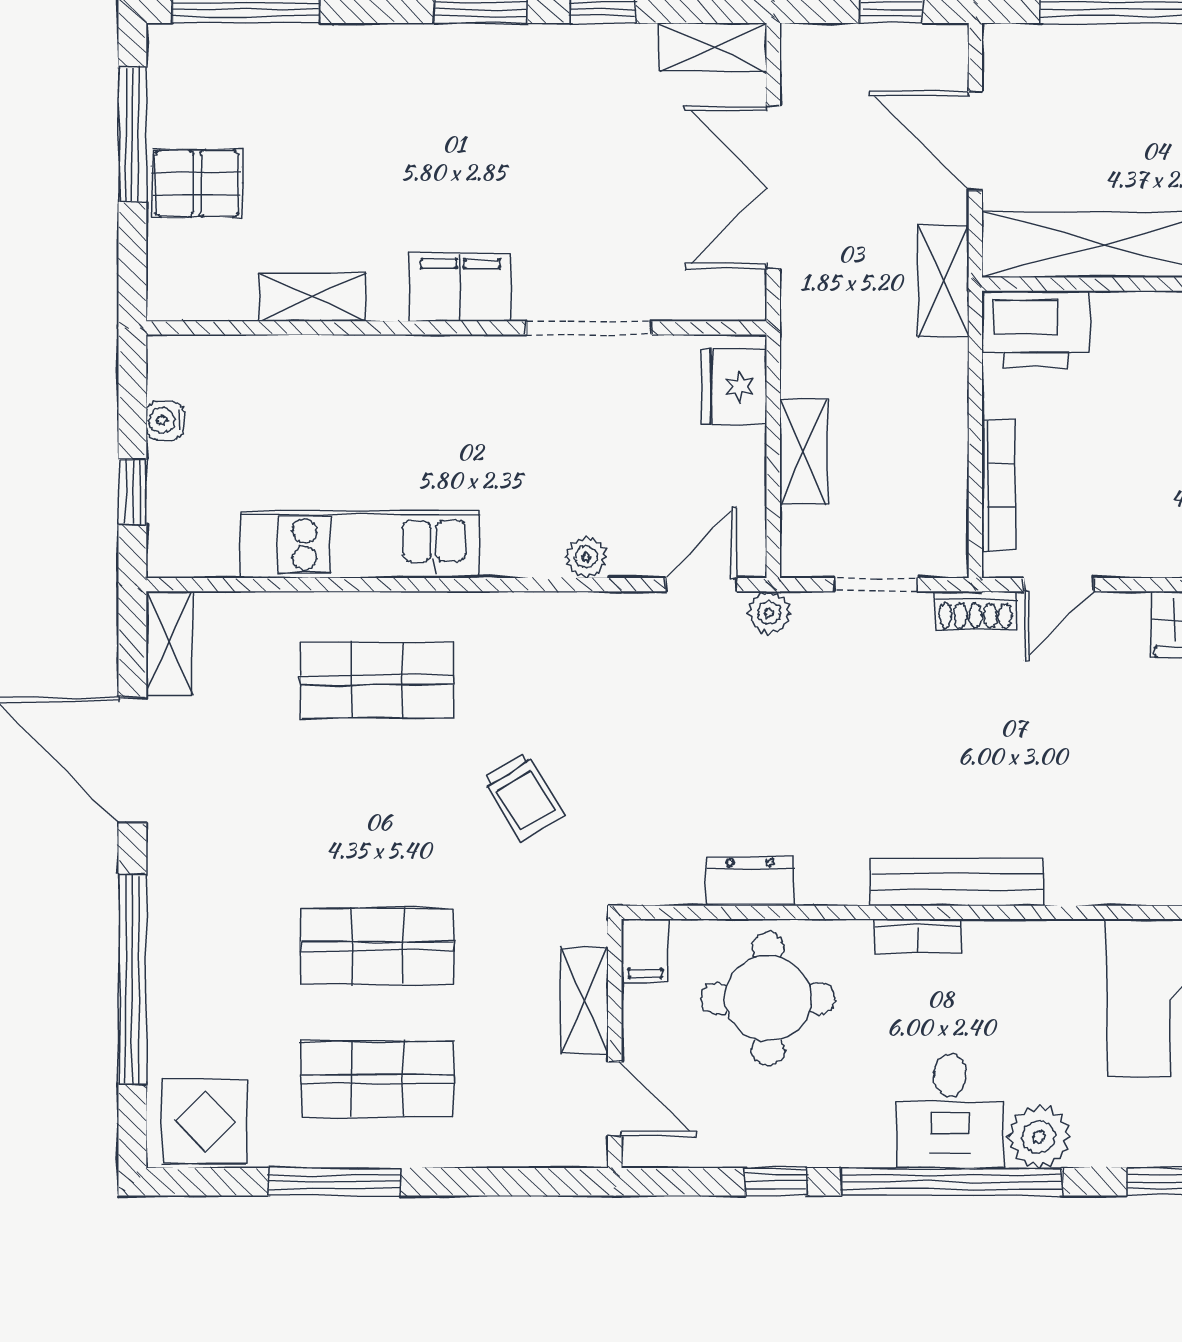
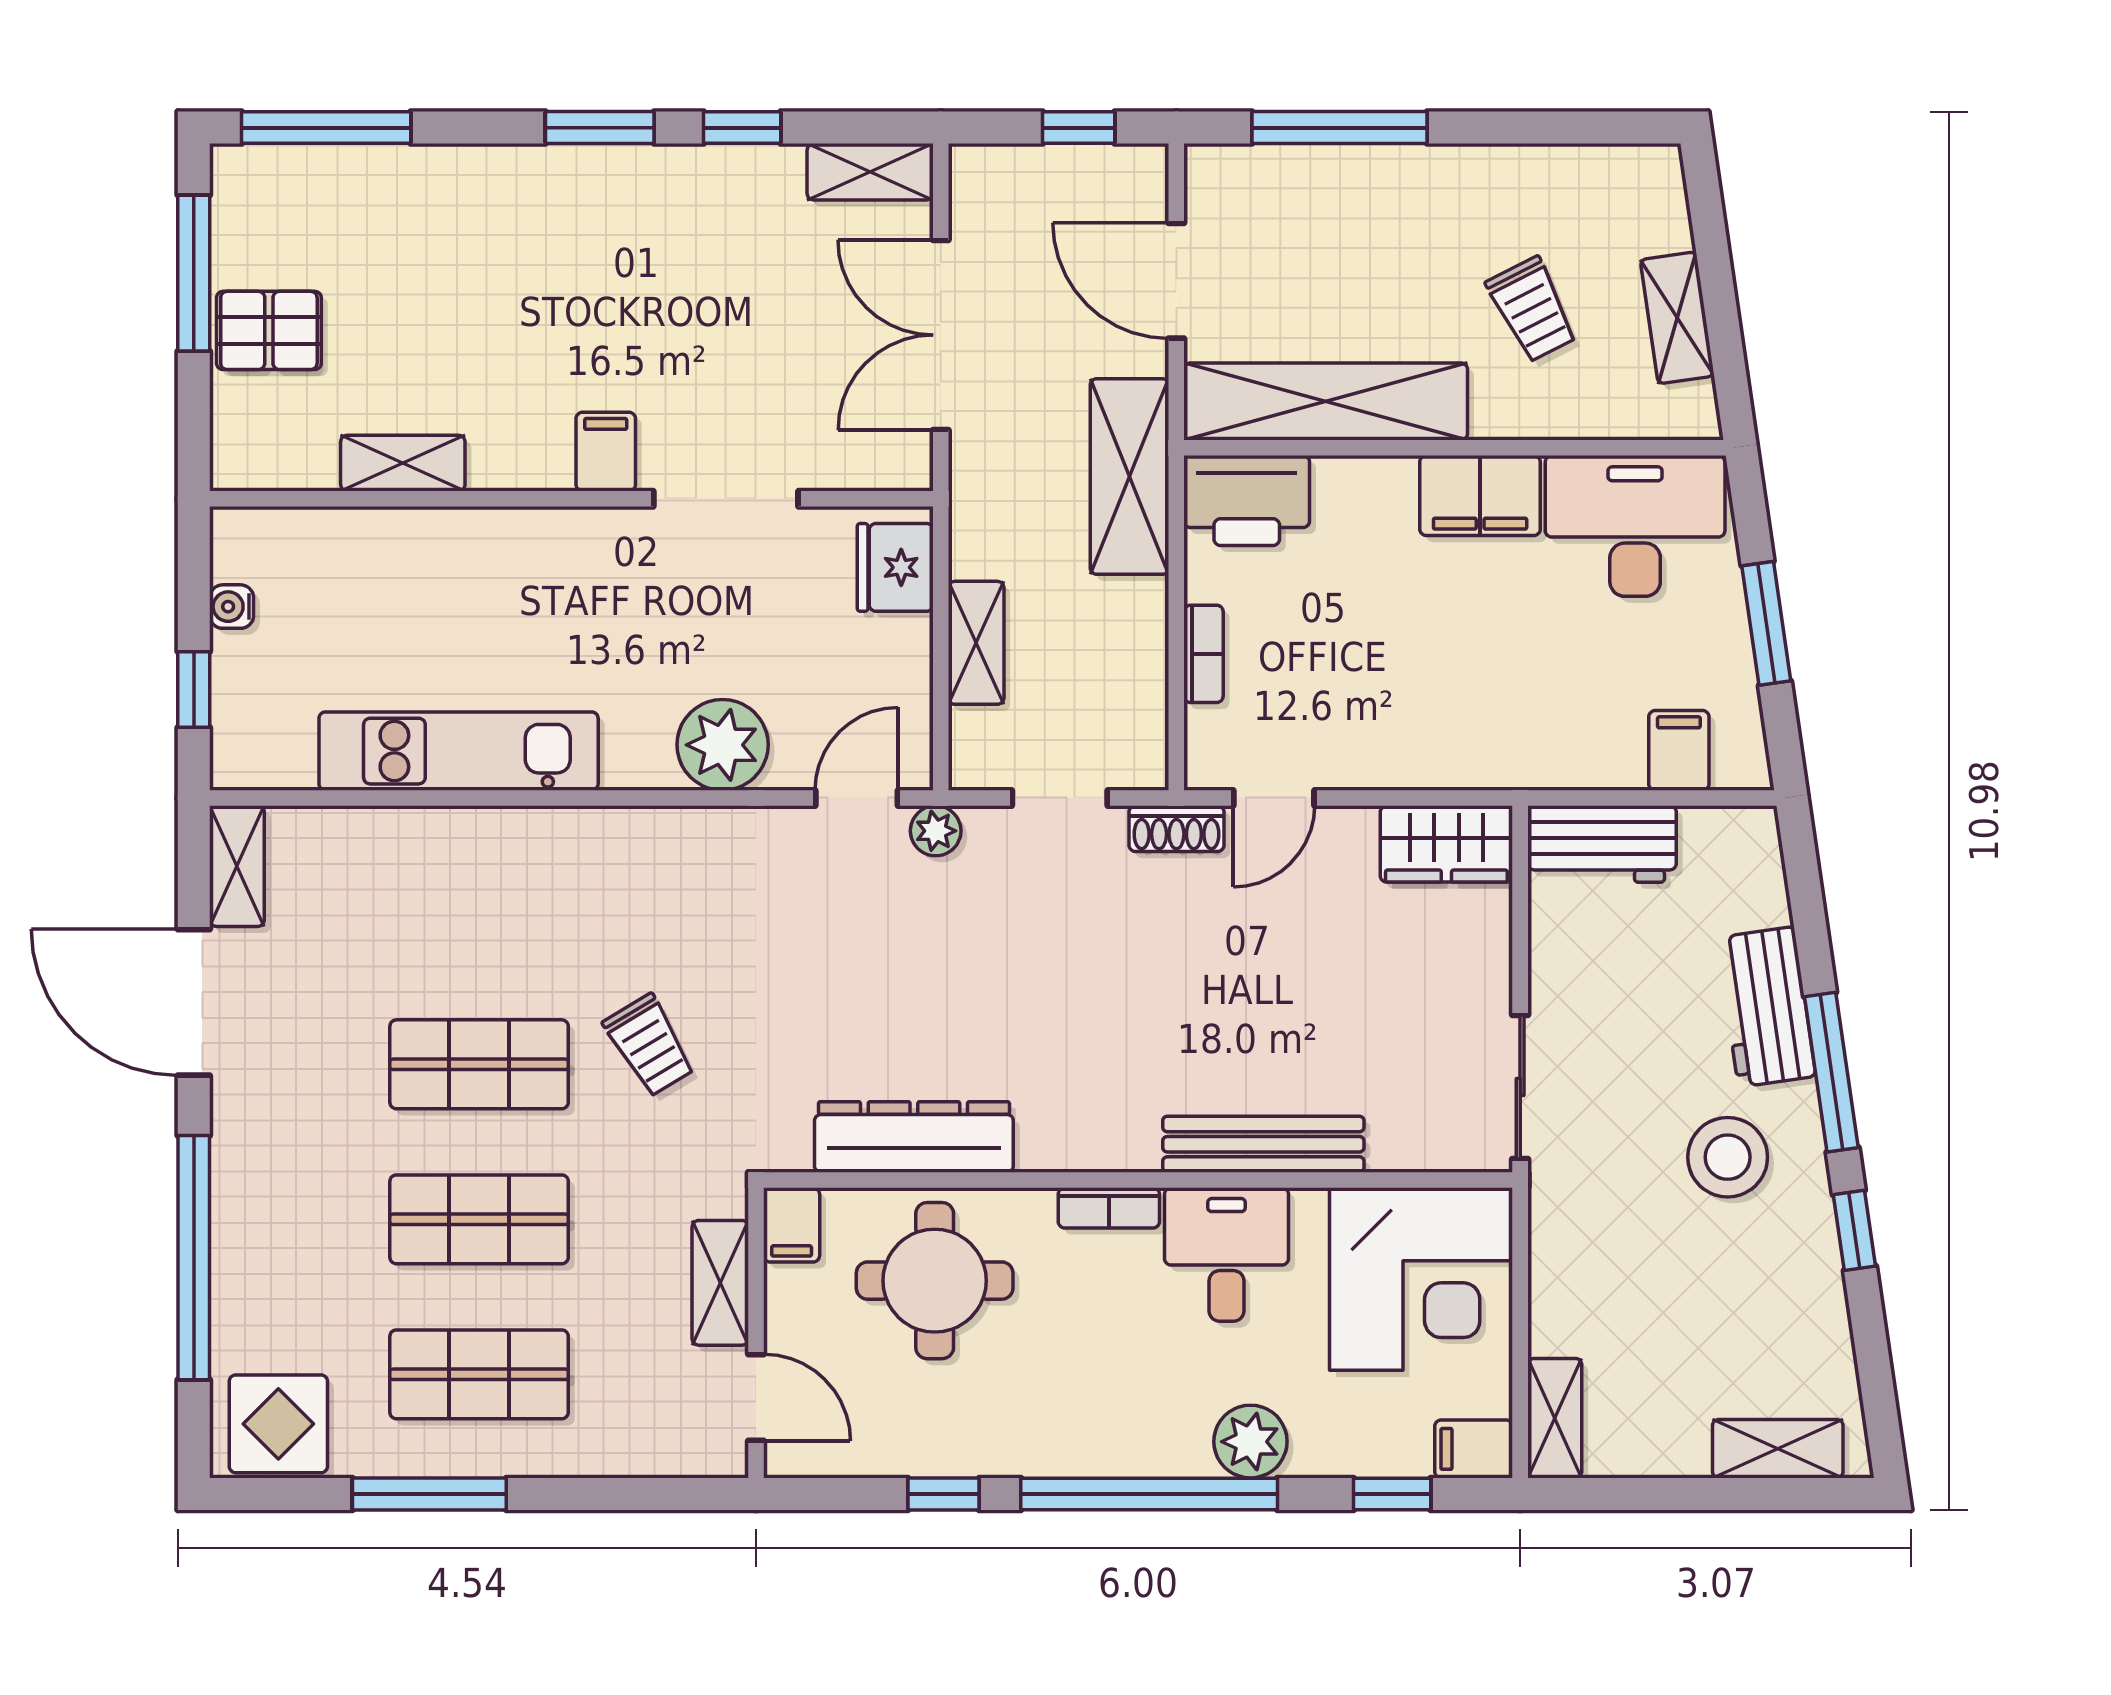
shelving: (944, 281) -> (1129, 477), width x1.50, depth x1.33
filing cabinet: (460, 287) -> (606, 452), width x0.50
bookcase: (999, 485) -> (1203, 654), width x0.64
plant: (586, 557) -> (723, 745), width x1.88, depth x1.88
shop shelf: (377, 680) -> (479, 1064), moved
dresser: (750, 881) -> (914, 1137), width x1.96, depth x1.24
bench: (957, 882) -> (1263, 1144), moved
desk: (950, 1111) -> (1227, 1254), moved, turned 180

